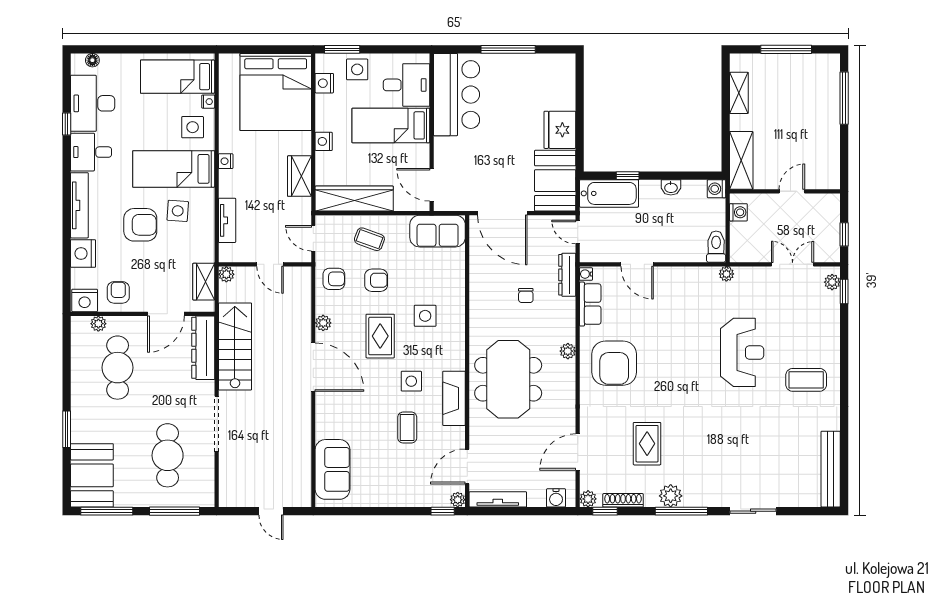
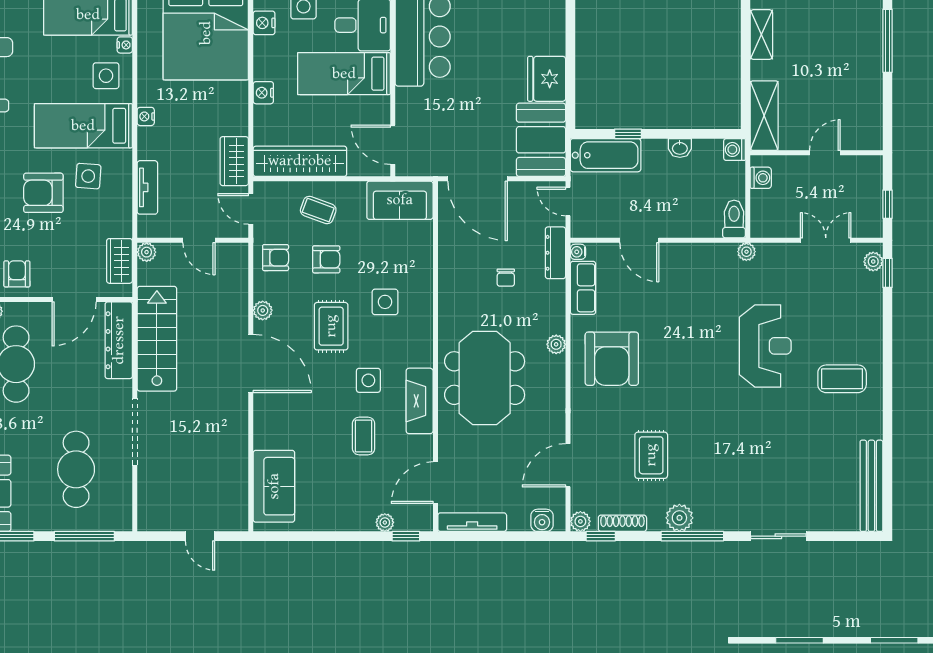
wardrobe: (299, 176) -> (234, 161), moved
armchair: (140, 225) -> (43, 193), turned 180
plant: (458, 500) -> (385, 522), moved

